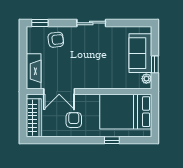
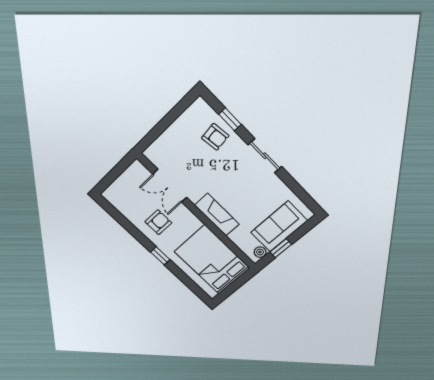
window: (40, 23) -> (230, 119), moved
fireplace: (34, 71) -> (217, 215), moved, turned -90
wardrobe: (34, 118) -> (123, 185), removed
window: (112, 140) -> (160, 256), moved

